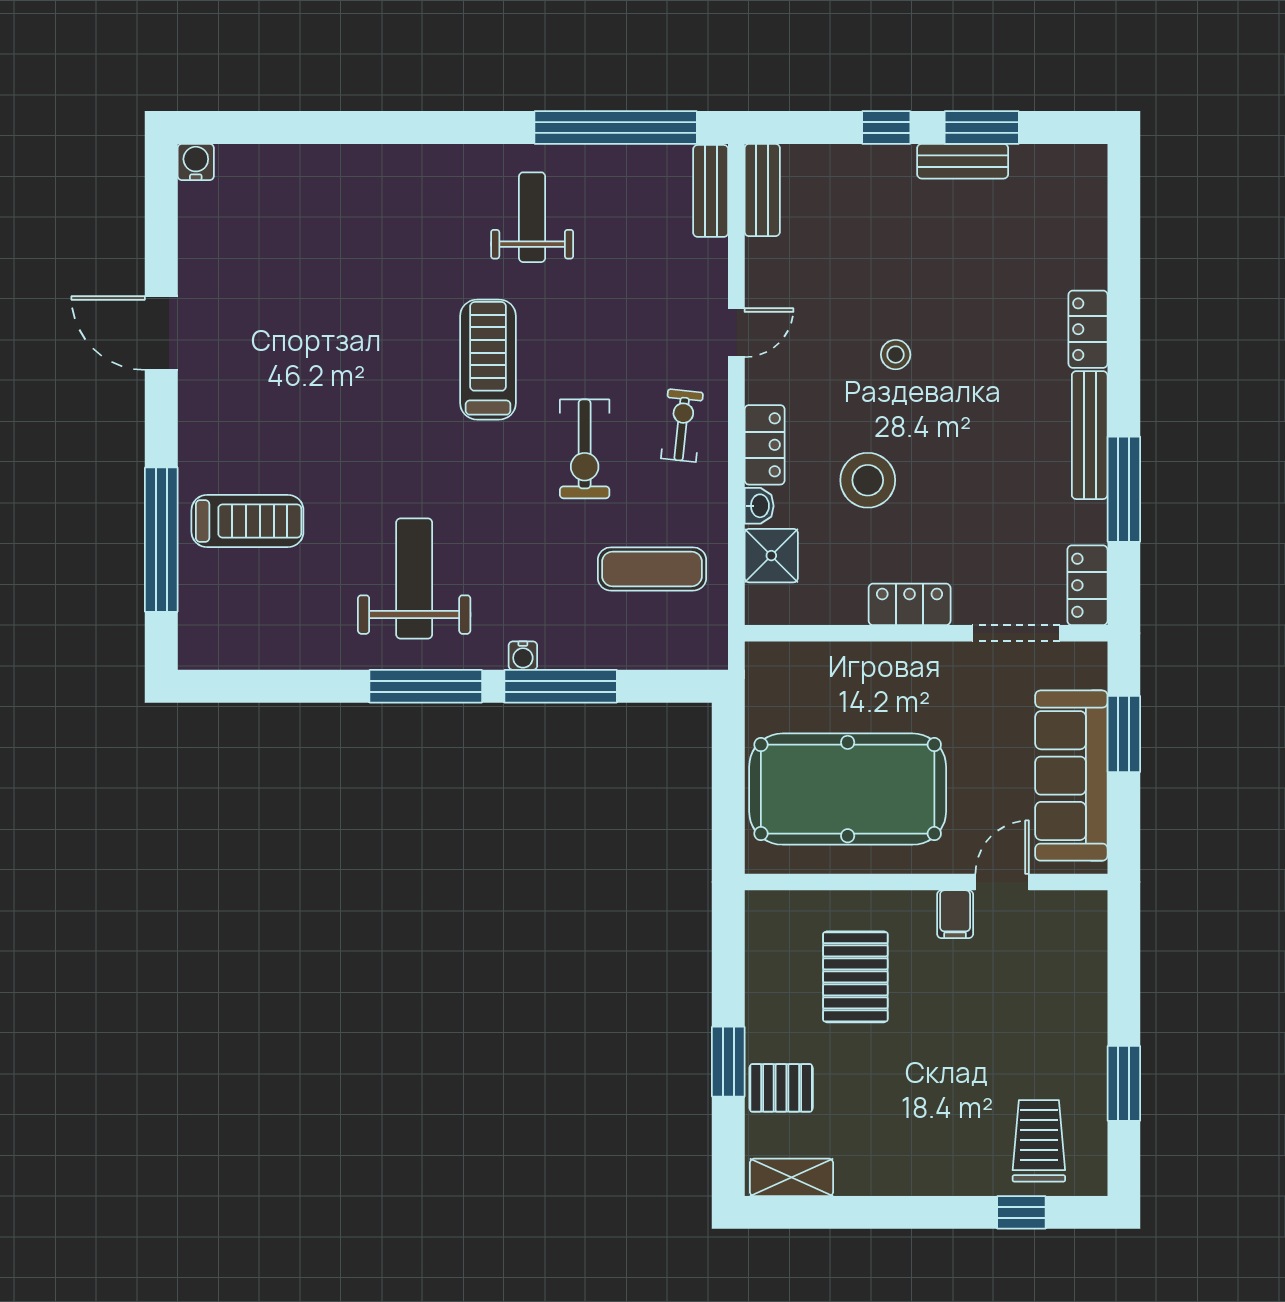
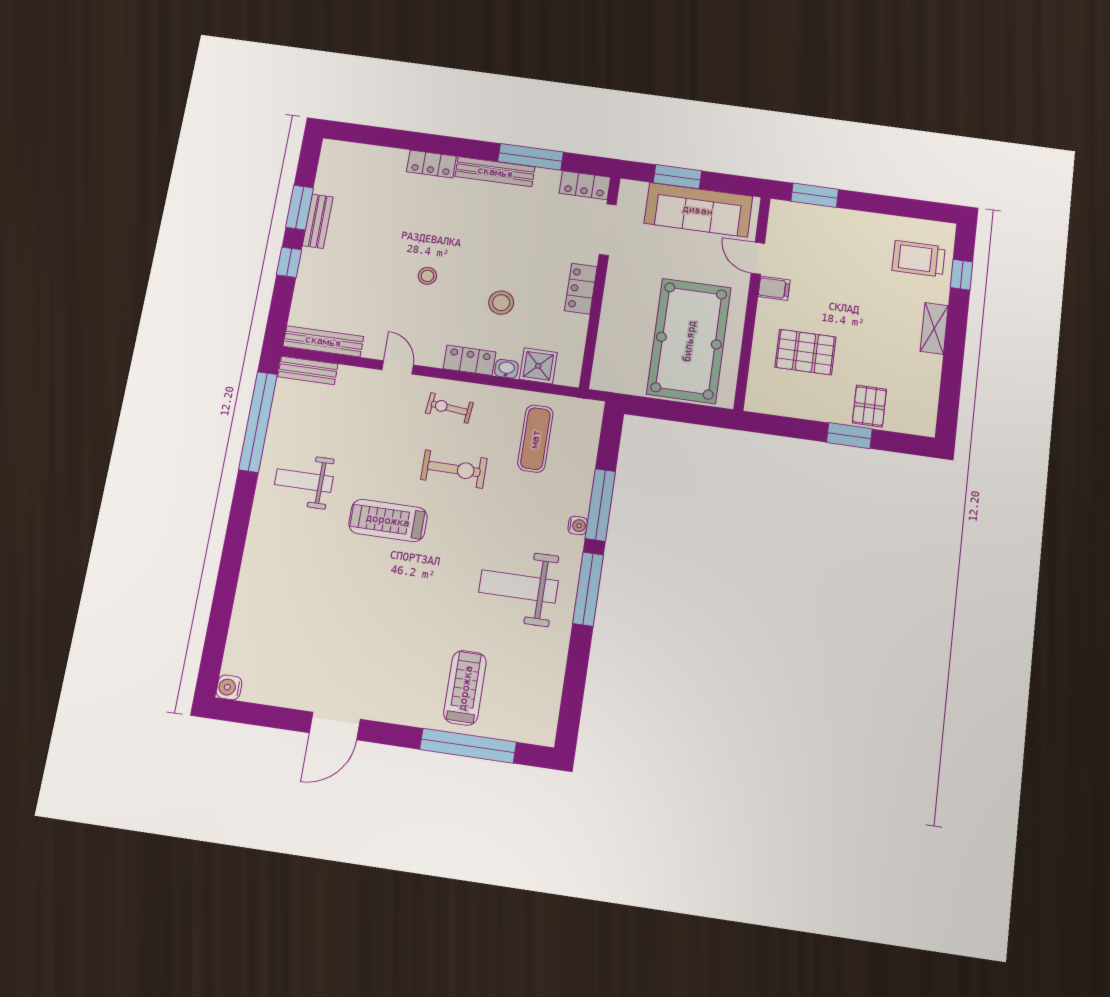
bench: (762, 190) -> (323, 341), width x1.36
stool: (868, 480) -> (501, 303), width x0.73, depth x0.73
window: (1124, 1083) -> (815, 195), moved
shelving: (792, 1177) -> (934, 328), moved

